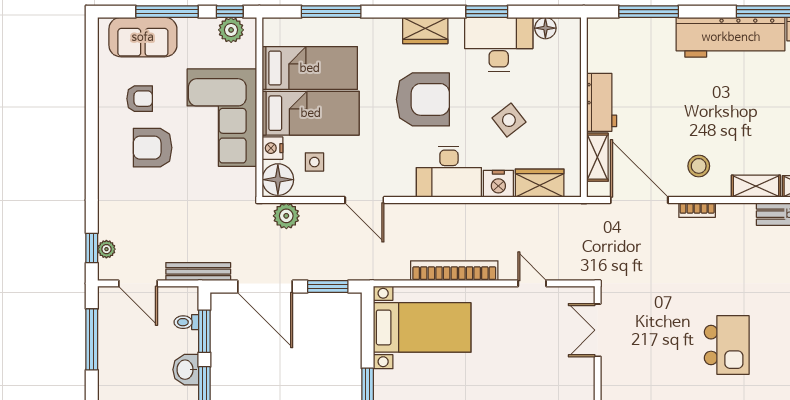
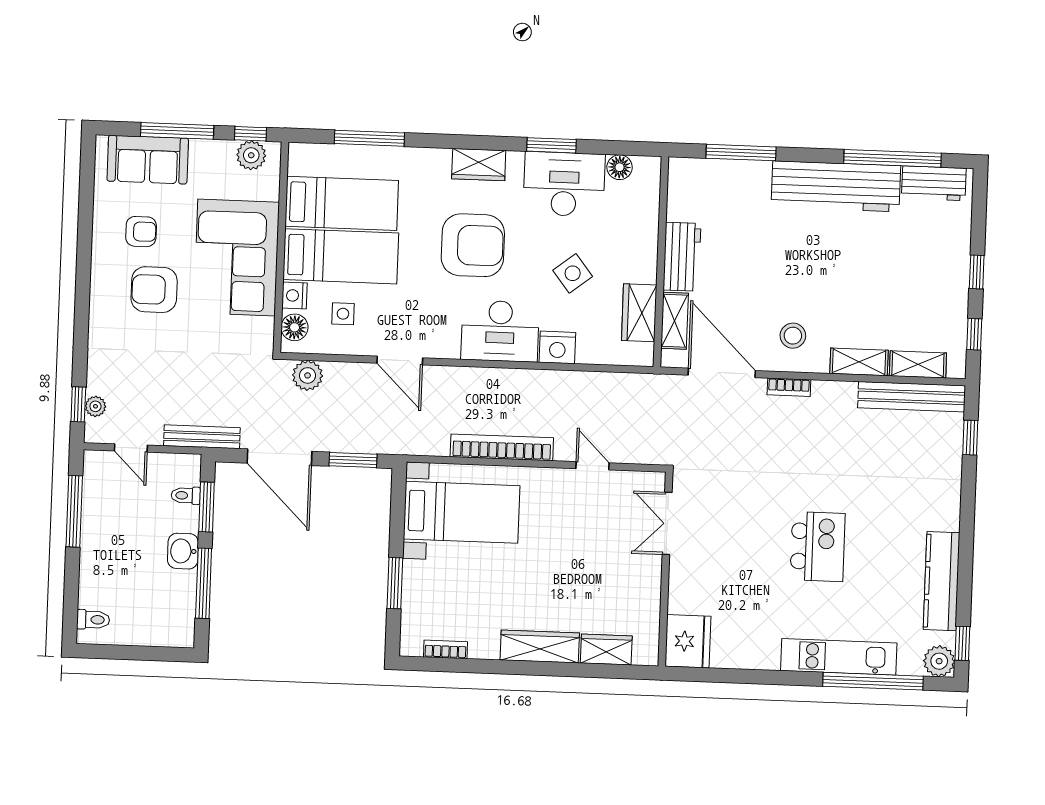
floor lamp: (278, 180) -> (295, 327), width x0.73, depth x0.73
wardrobe: (540, 183) -> (639, 313), moved, turned -90
door: (138, 283) -> (131, 448), width x0.73

